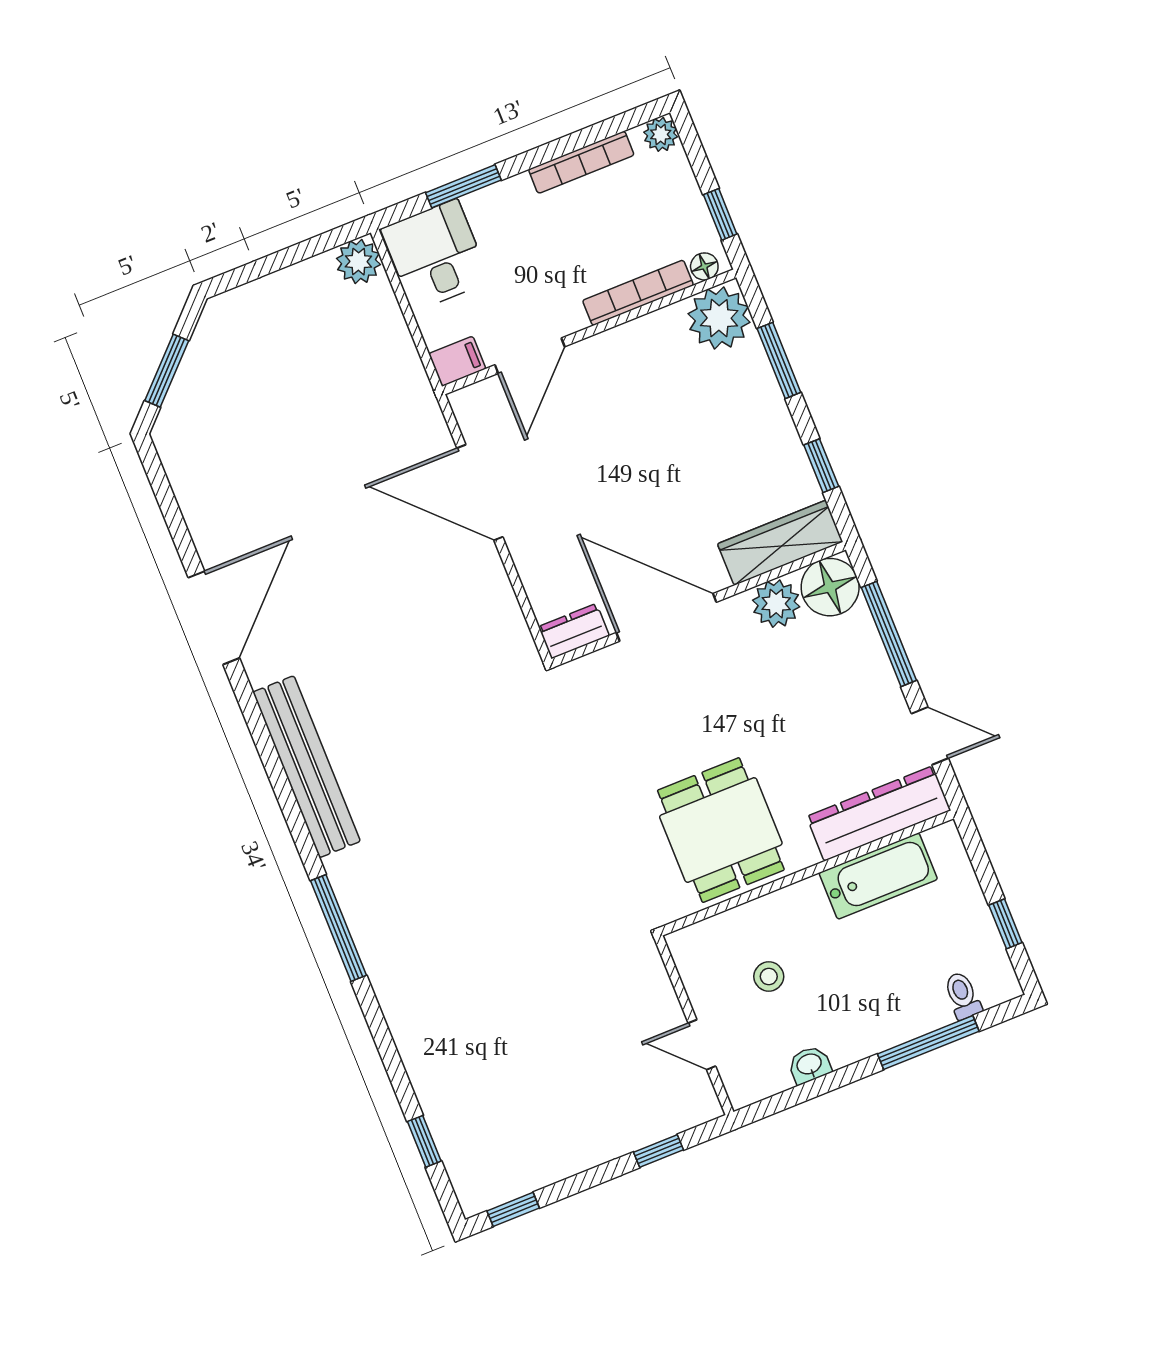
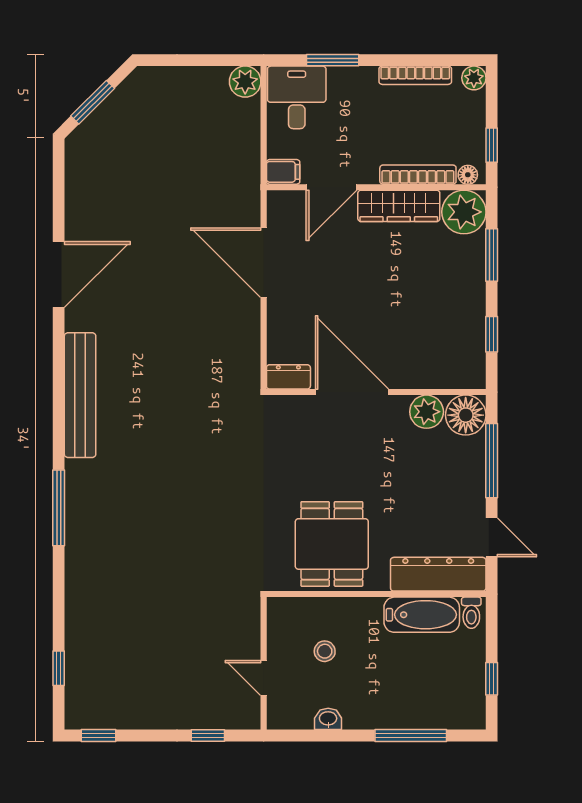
wardrobe: (780, 543) -> (399, 206), moved, turned 180
toilet: (963, 996) -> (471, 613), moved, turned 180

